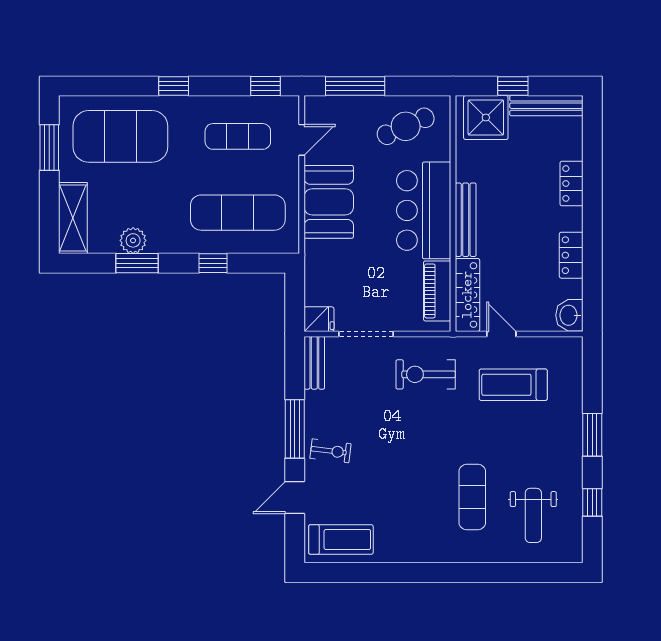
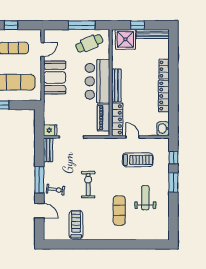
window: (266, 86) -> (11, 25), moved
window: (355, 86) -> (82, 25), moved
locker: (571, 255) -> (164, 96), width x1.53
exercise bike: (426, 374) -> (88, 185), moved, turned 90
treadmill: (513, 385) -> (138, 160), turned 180
door: (295, 498) -> (39, 211), swing flipped
window: (592, 502) -> (173, 158), moved
weight bench: (533, 515) -> (145, 198), moved, turned 180
treadmill: (341, 539) -> (76, 225), moved, turned -90

